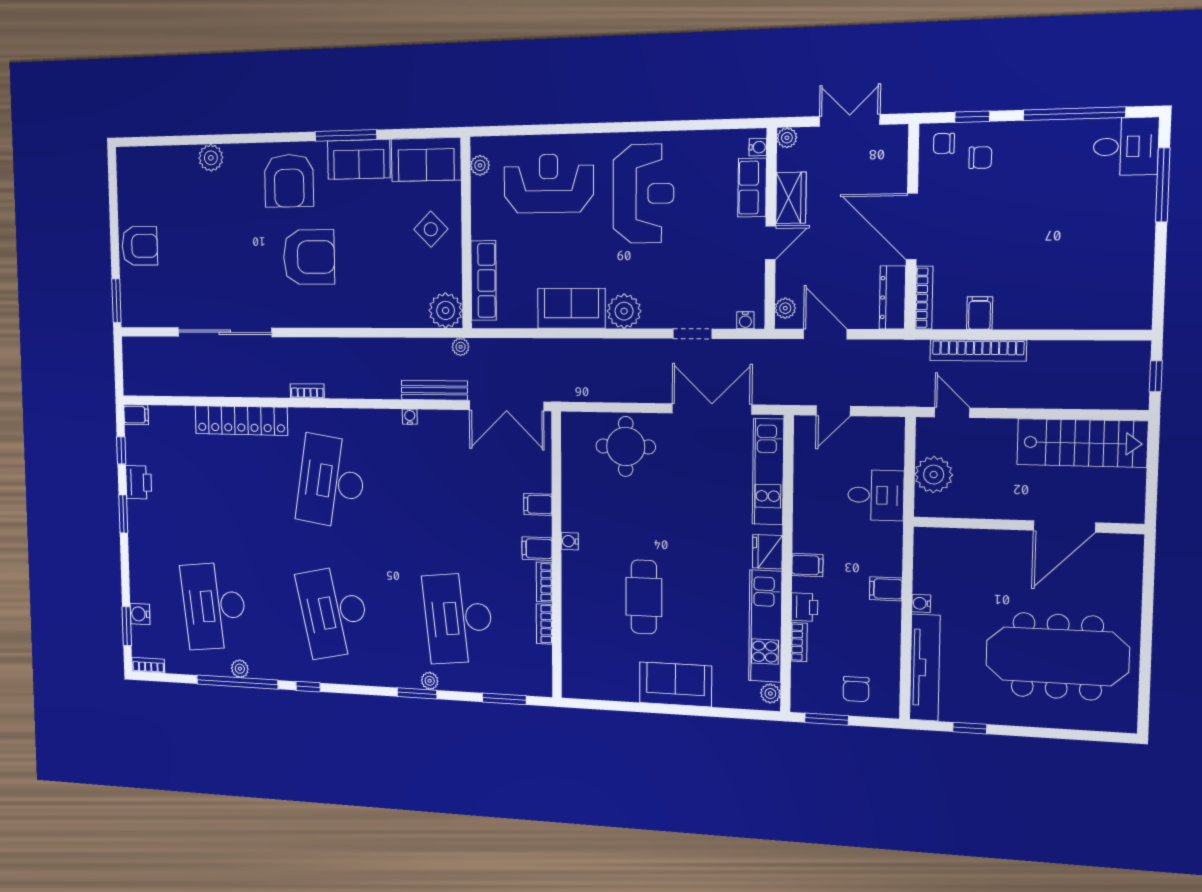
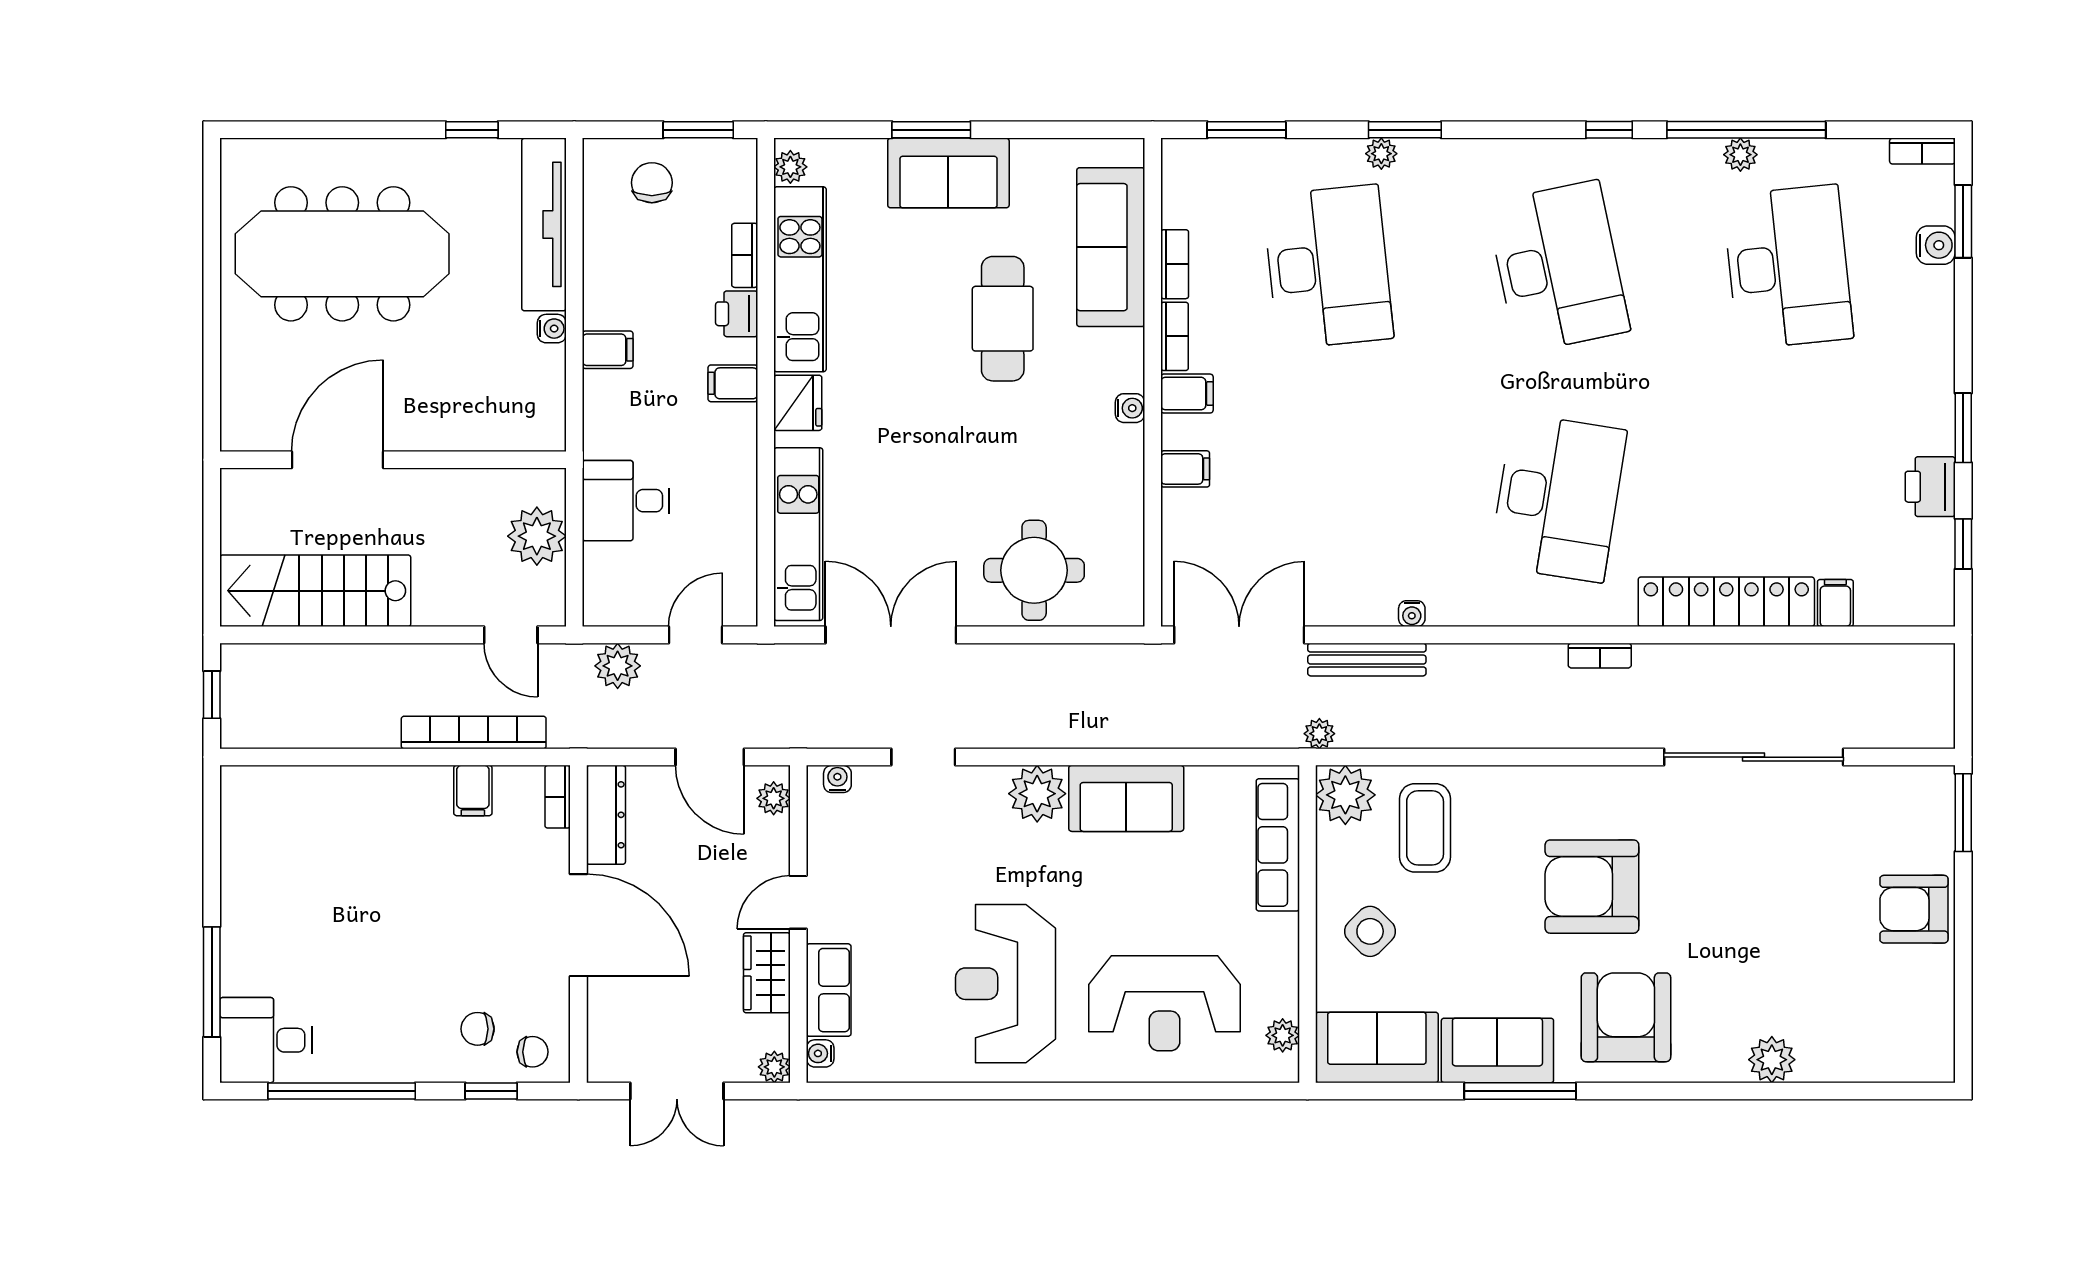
coffee table: (401, 291) -> (1425, 828), added
bookcase: (924, 298) -> (558, 797), width x0.64
plant: (883, 392) -> (618, 666), added
double door: (712, 409) -> (891, 635), swing flipped
filing cabinet: (136, 415) -> (1835, 603), moved, turned 90
sofa: (581, 636) -> (1111, 247), added
window: (685, 710) -> (931, 130), added

